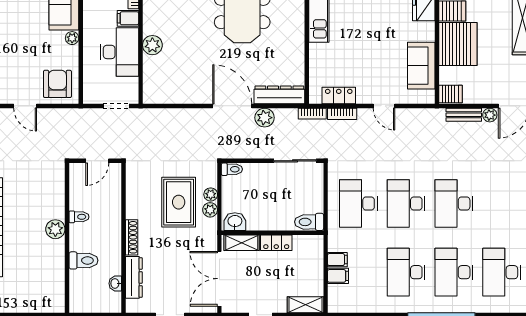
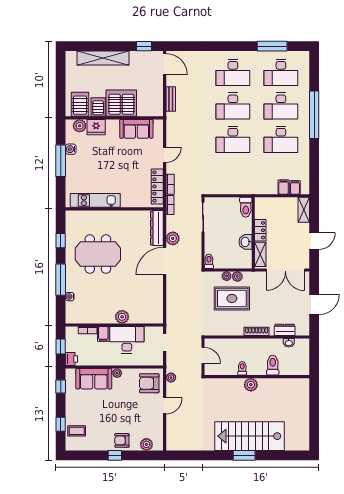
server rack: (451, 94) -> (156, 108), removed
locker: (339, 96) -> (157, 186), width x1.53
plant: (490, 115) -> (171, 378), moved
desk: (358, 204) -> (233, 72), moved
washbasin: (235, 222) -> (246, 242), moved
filing cabinet: (337, 260) -> (295, 187), moved
dresser: (134, 277) -> (285, 330), width x0.70

